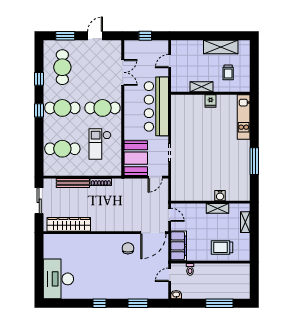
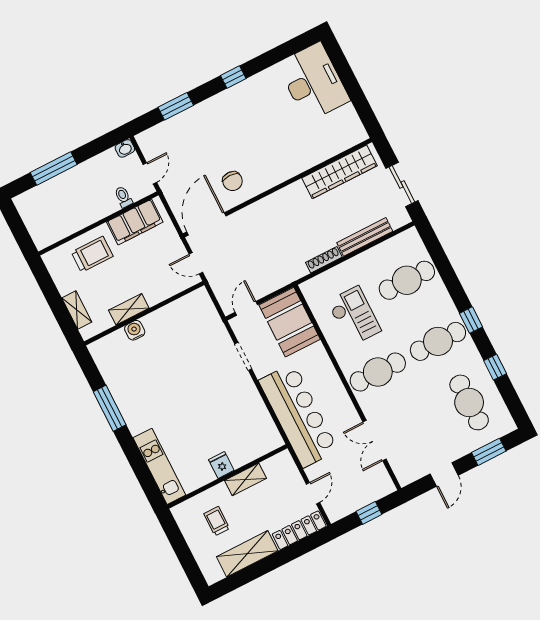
locker: (187, 45) -> (299, 530), added
filing cabinet: (179, 246) -> (135, 222), moved, turned -90

